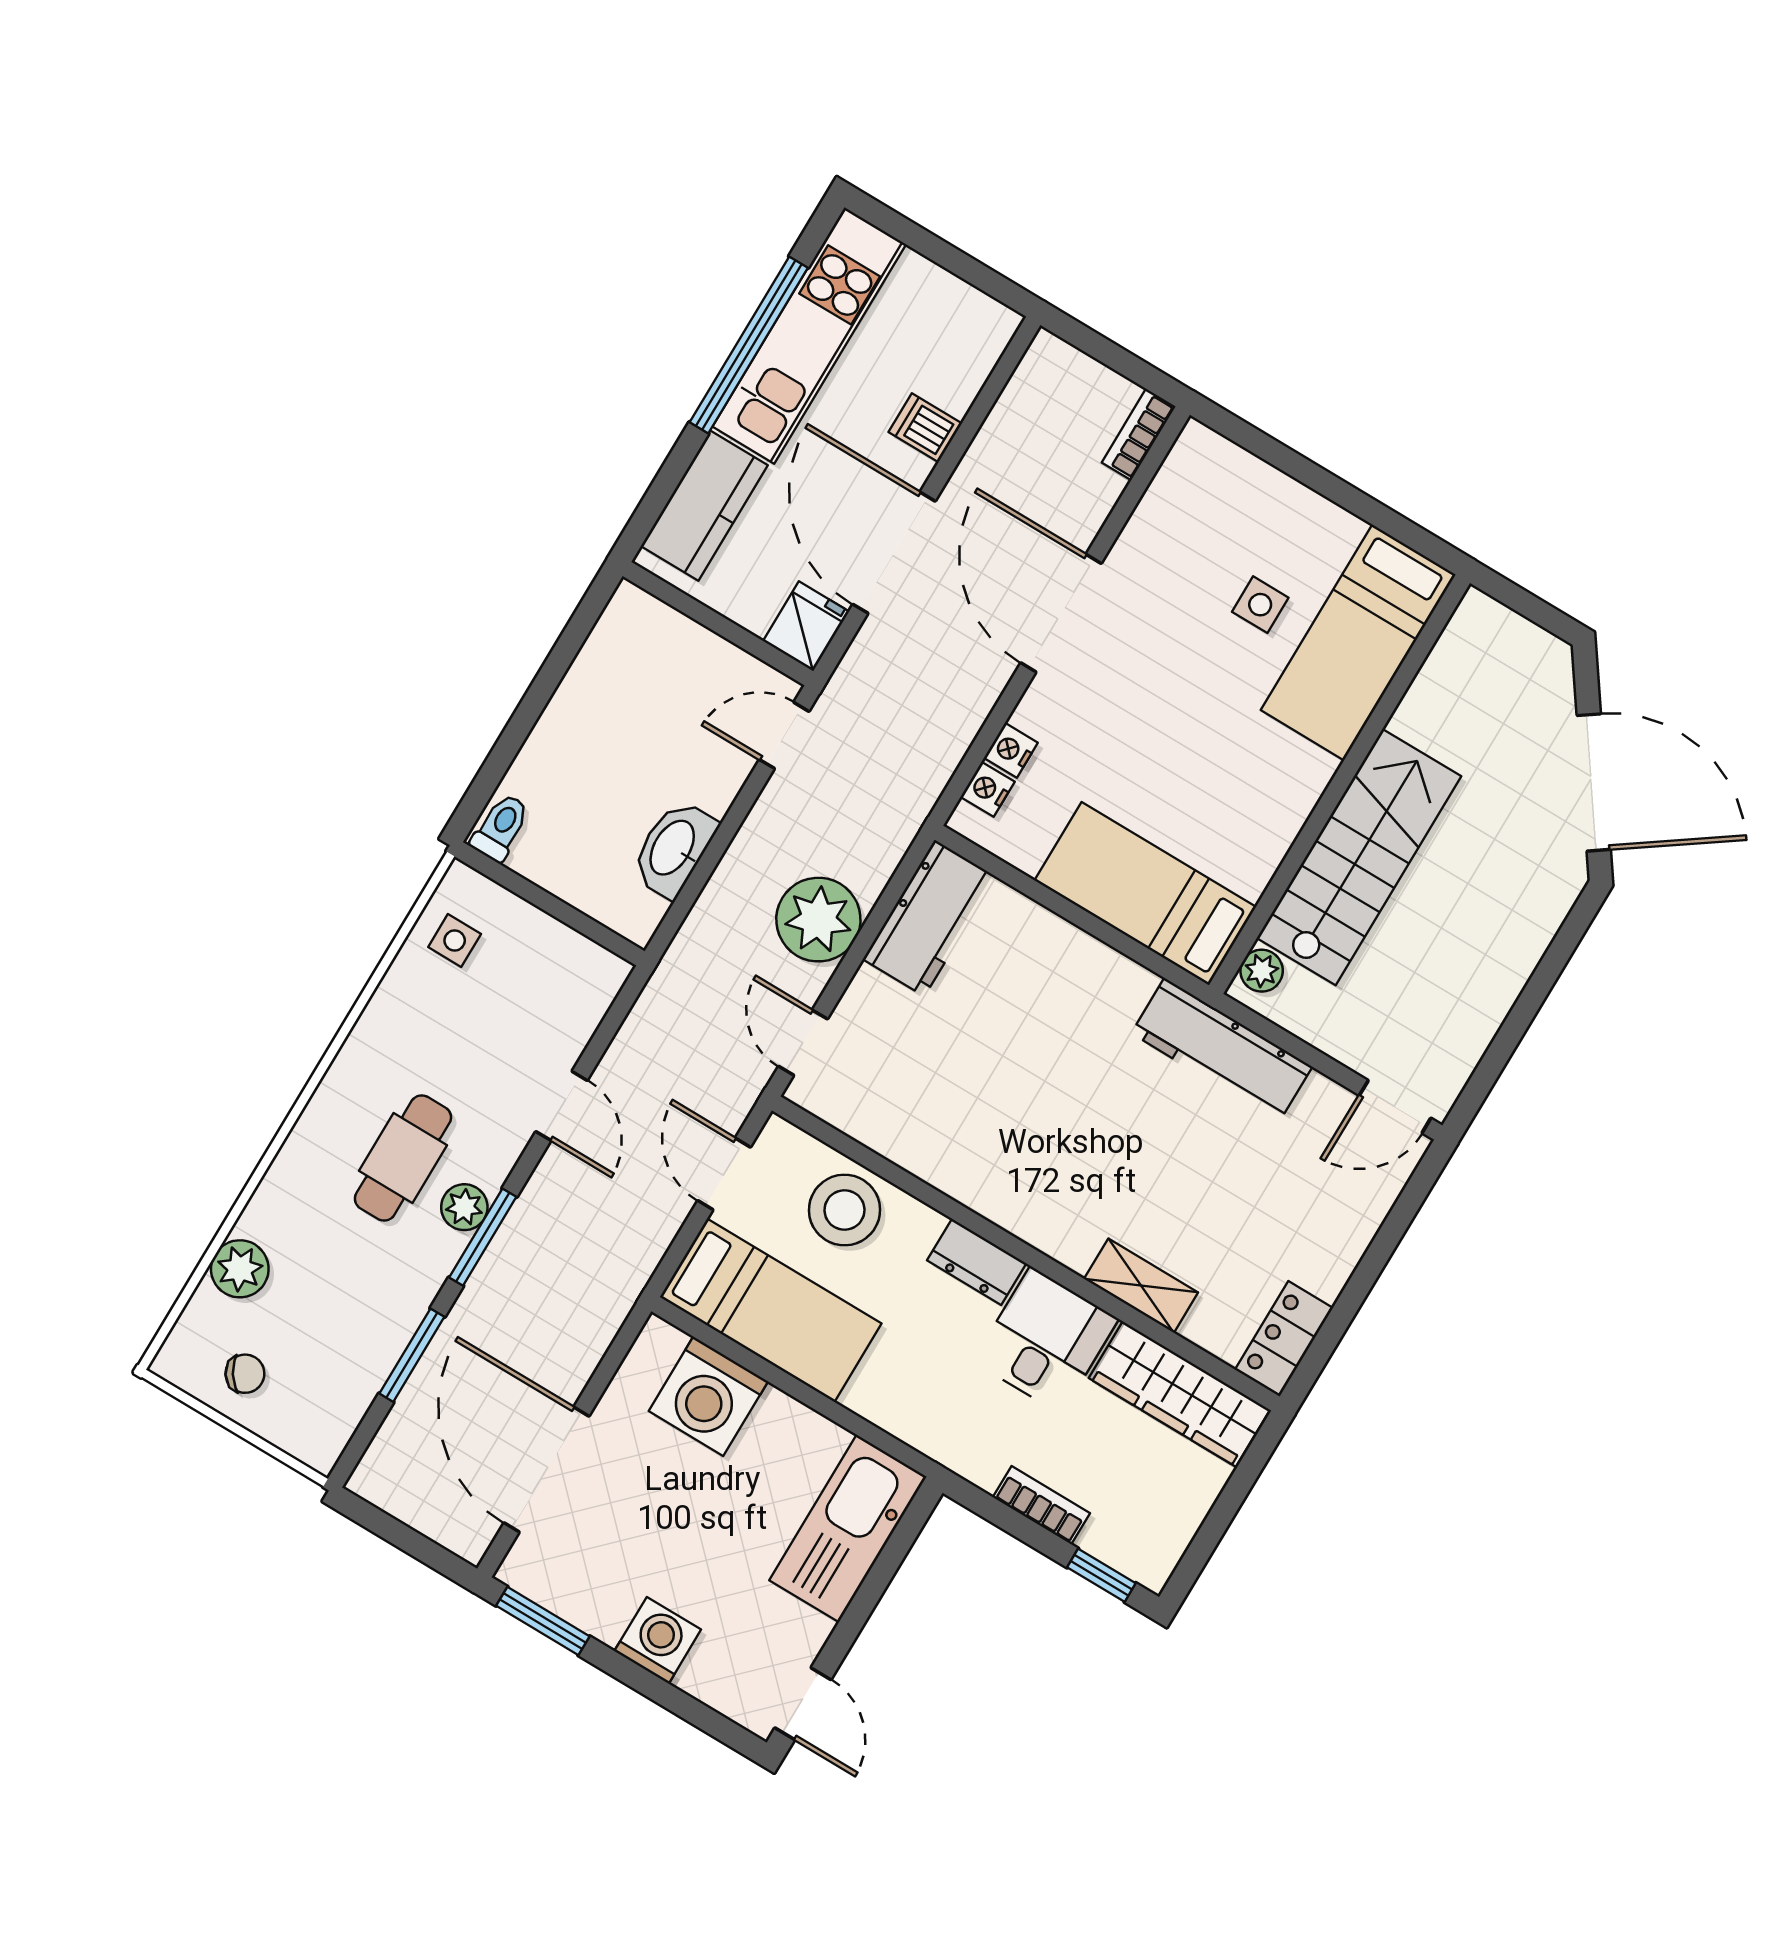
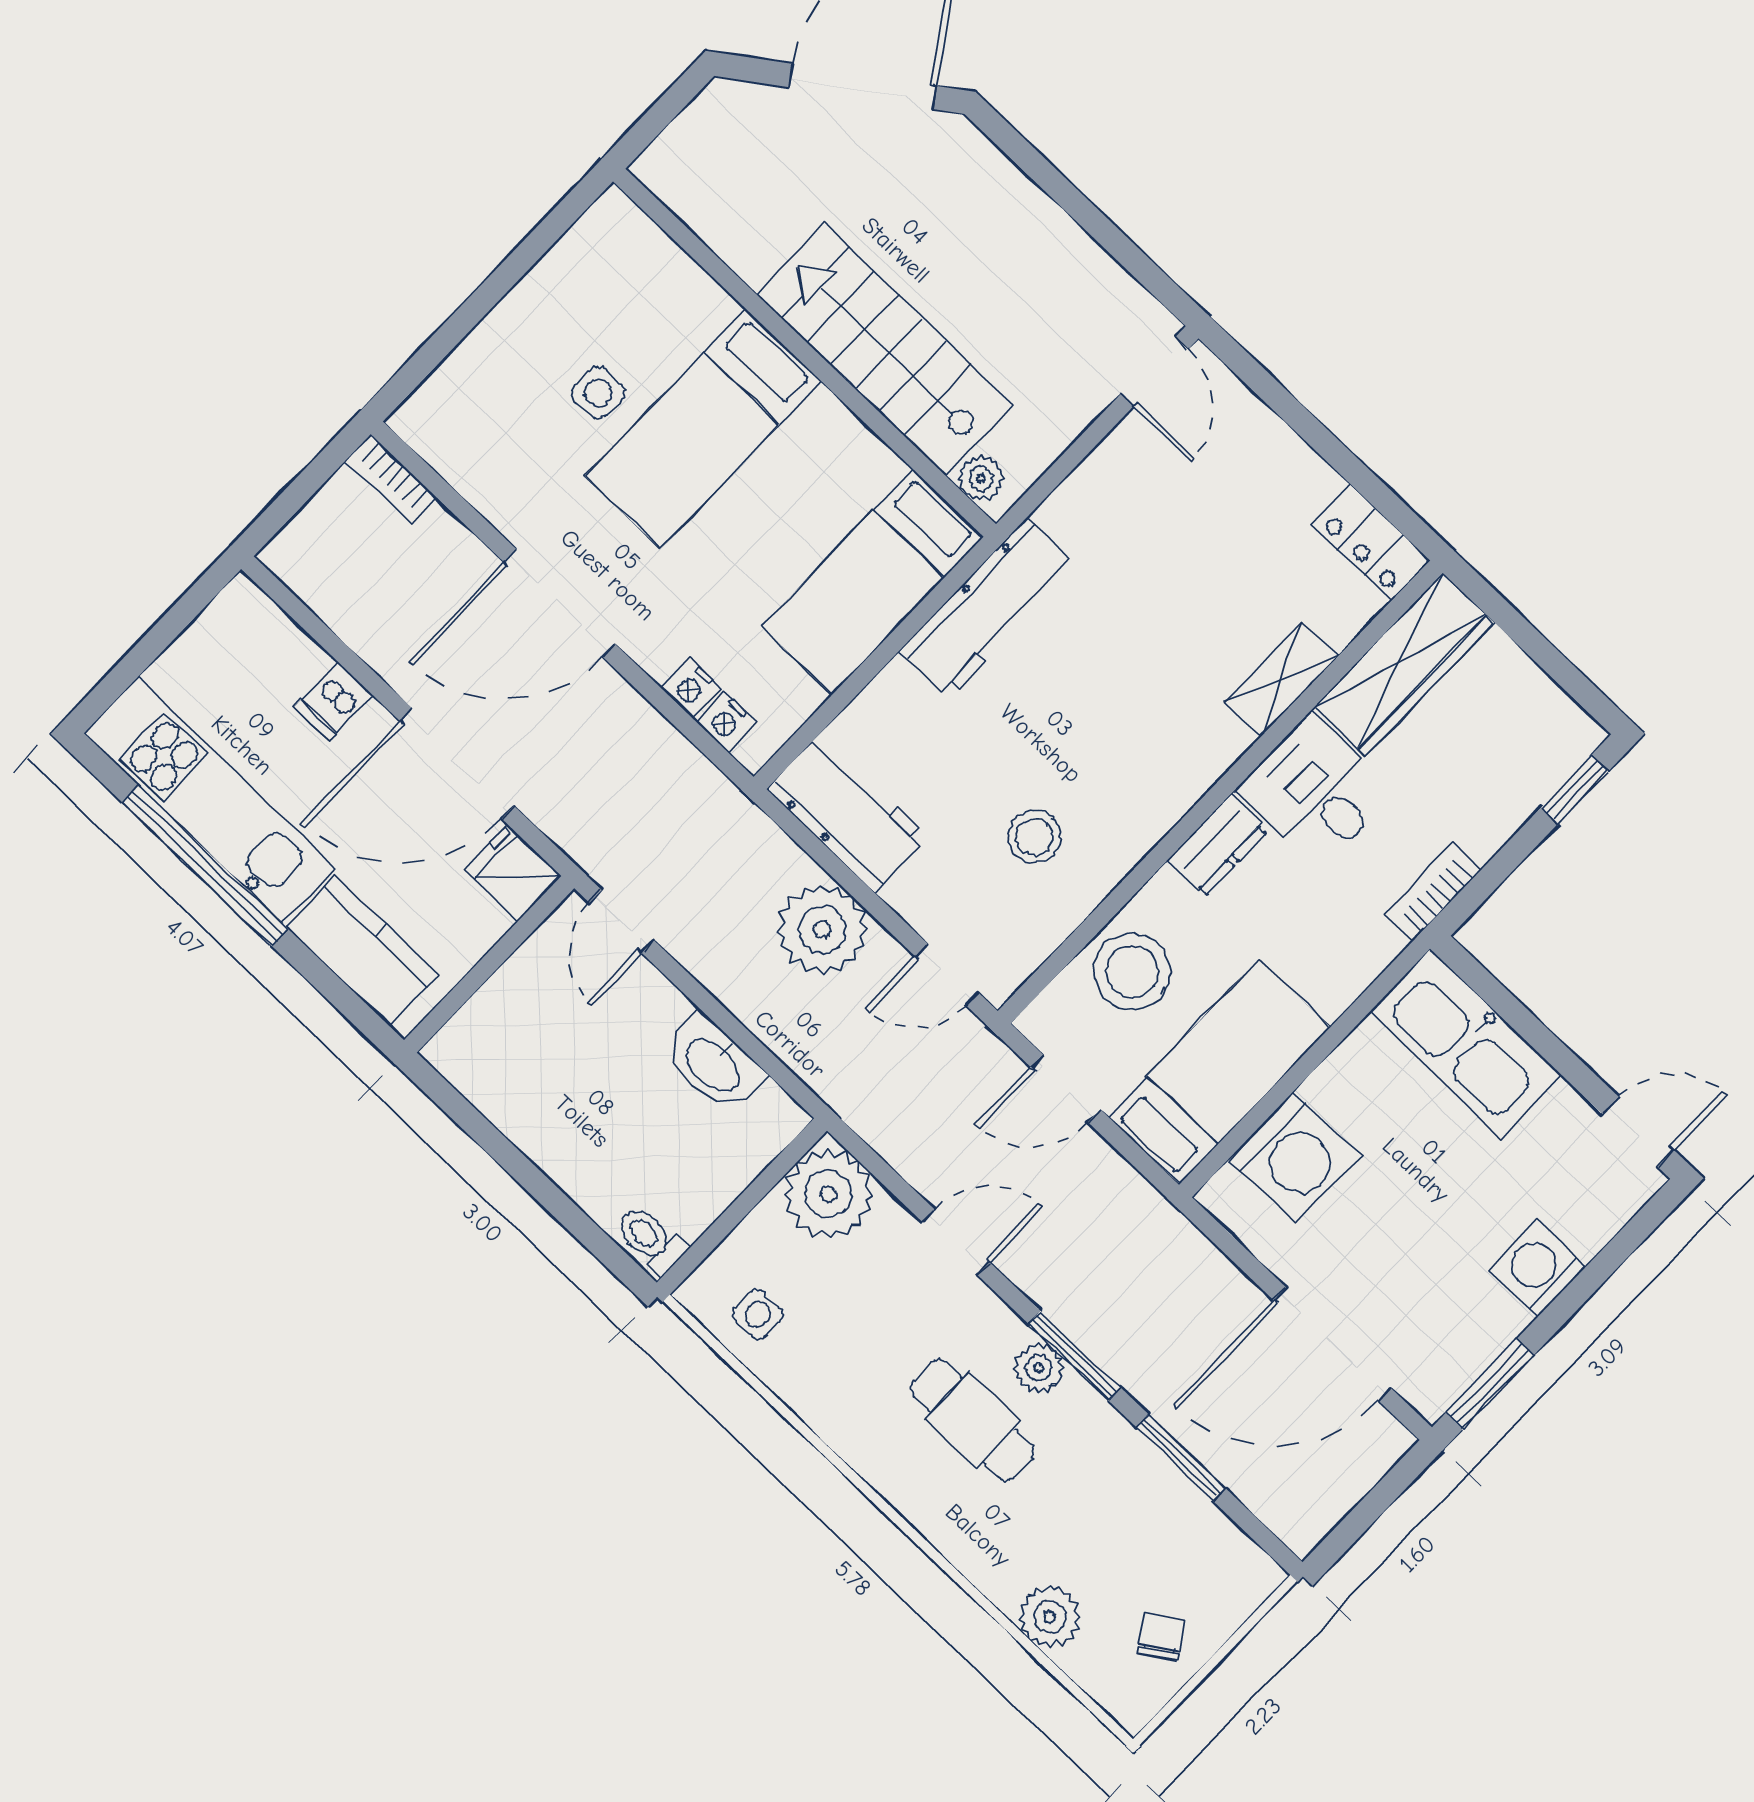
bed: (1358, 642) -> (703, 429), moved, turned 90
plant: (579, 980) -> (828, 1194), added
workbench: (1222, 1050) -> (988, 608), moved
stool: (947, 1093) -> (1034, 837), added
bookcase: (1041, 1505) -> (1433, 892), moved

